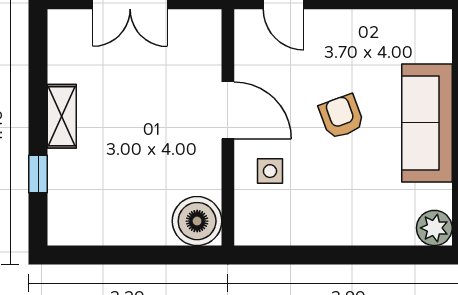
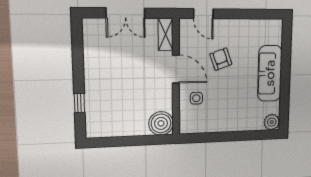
shelving: (62, 116) -> (166, 34), moved
armchair: (341, 117) -> (221, 59), moved

